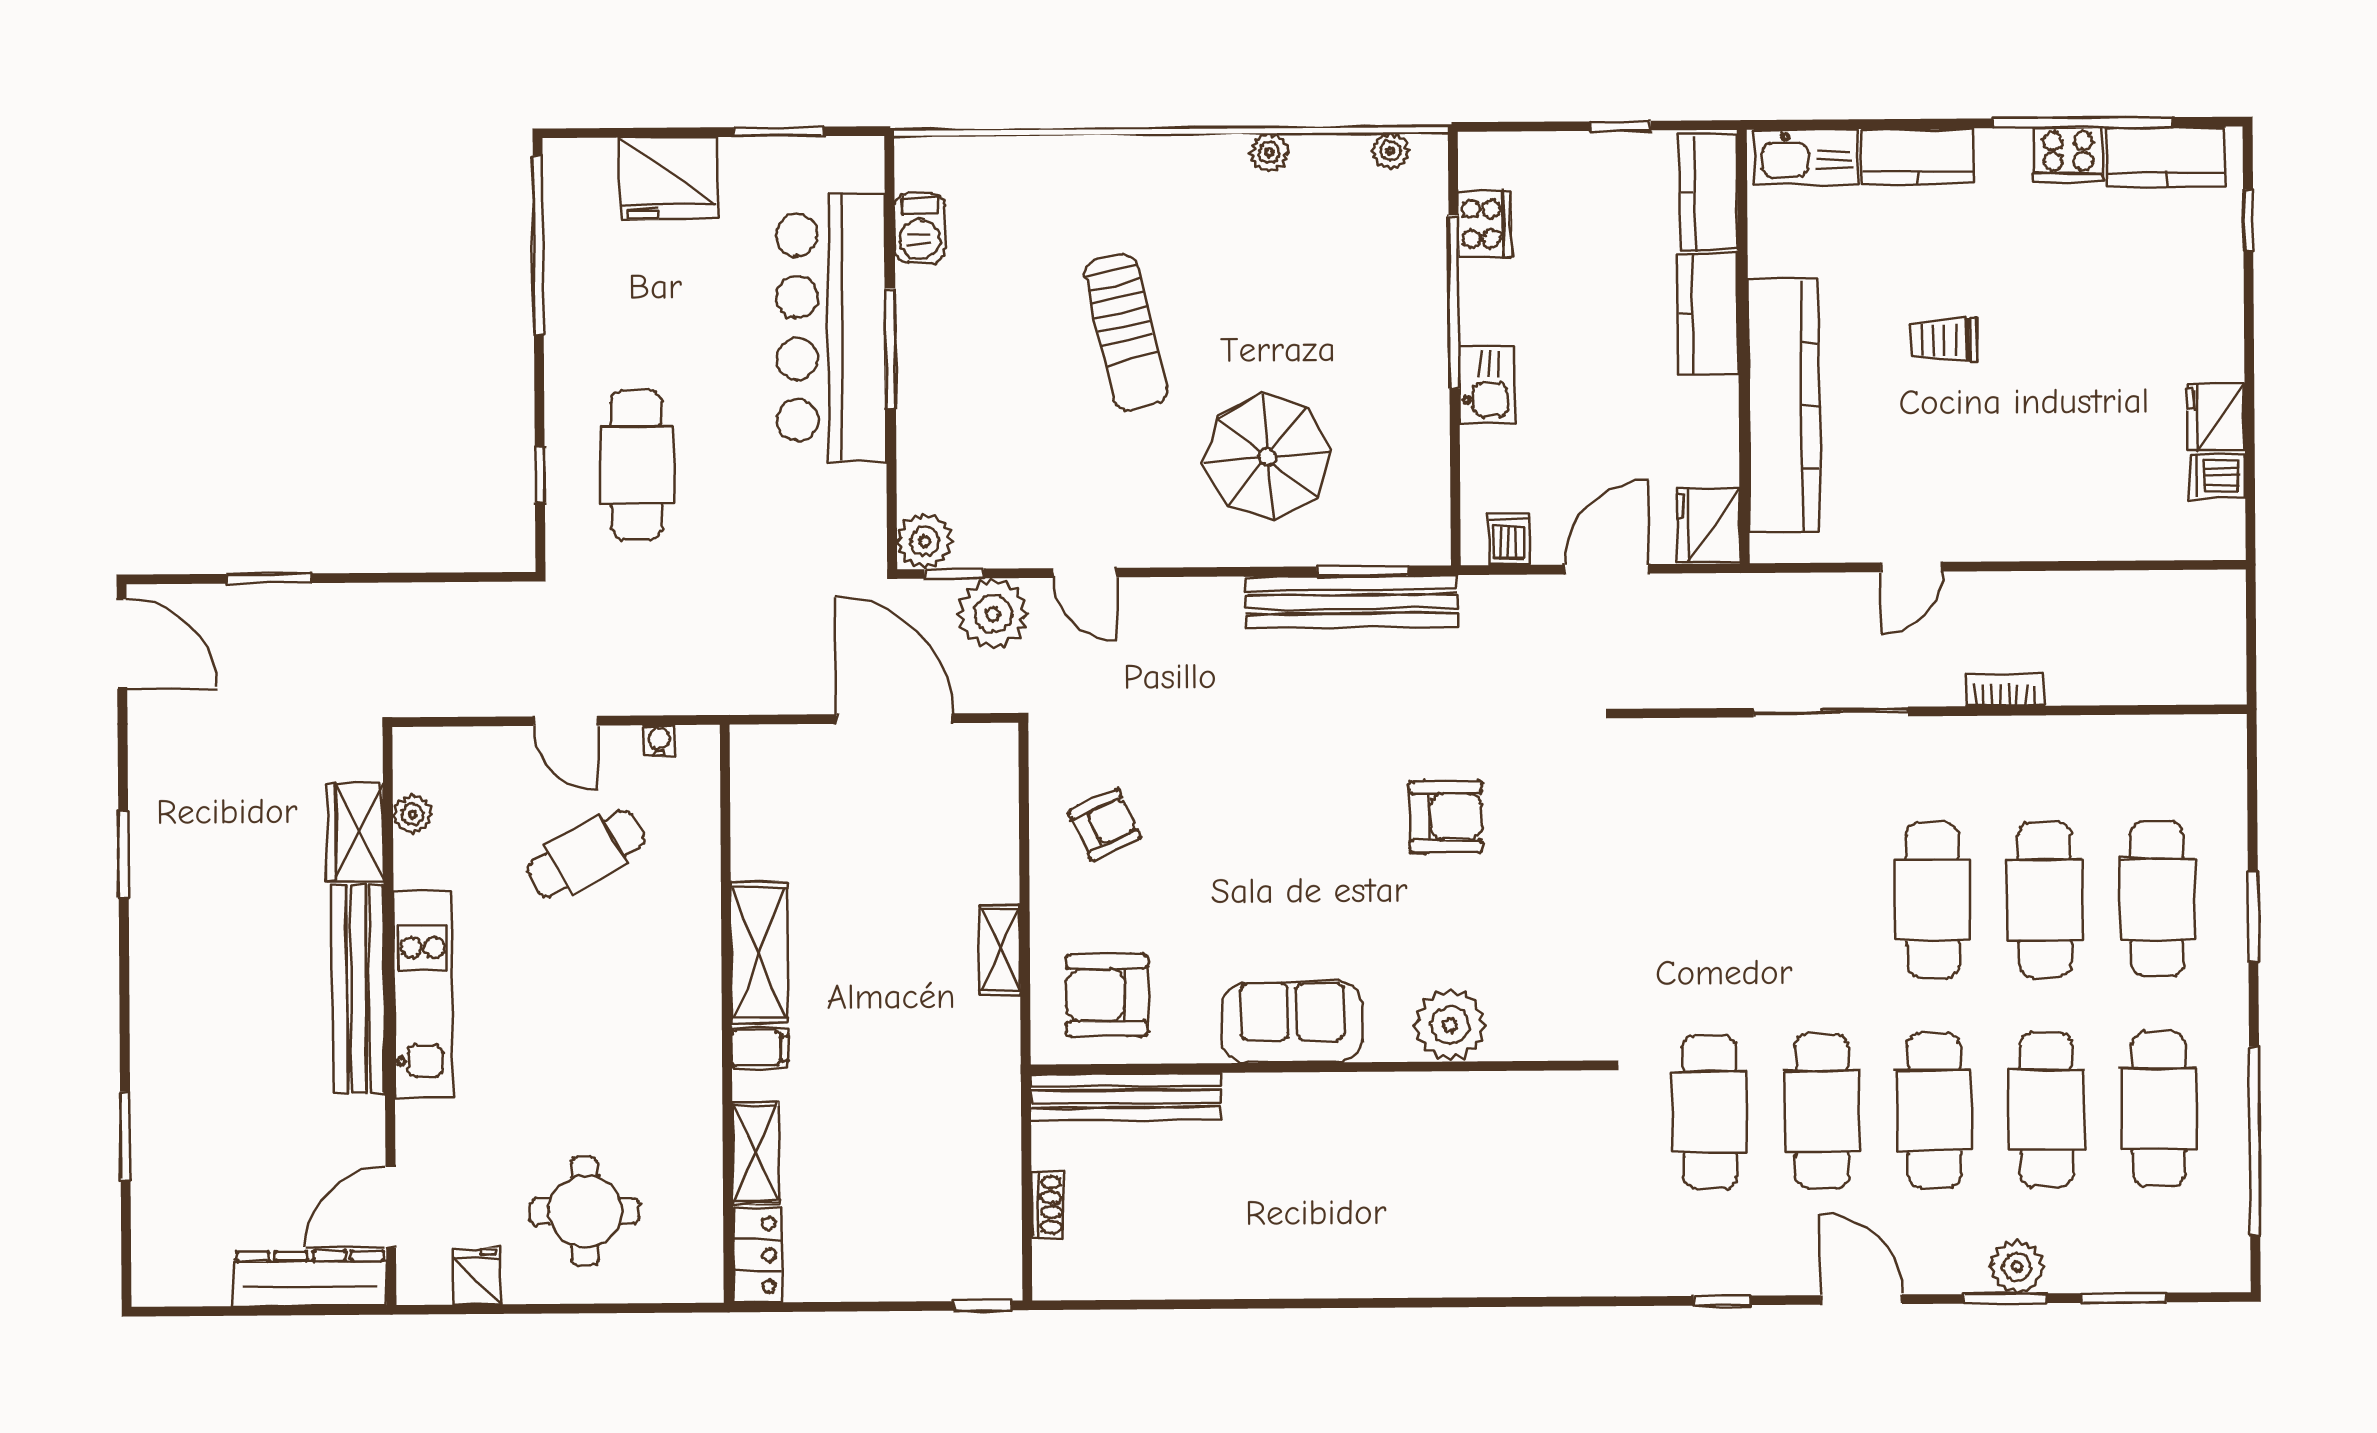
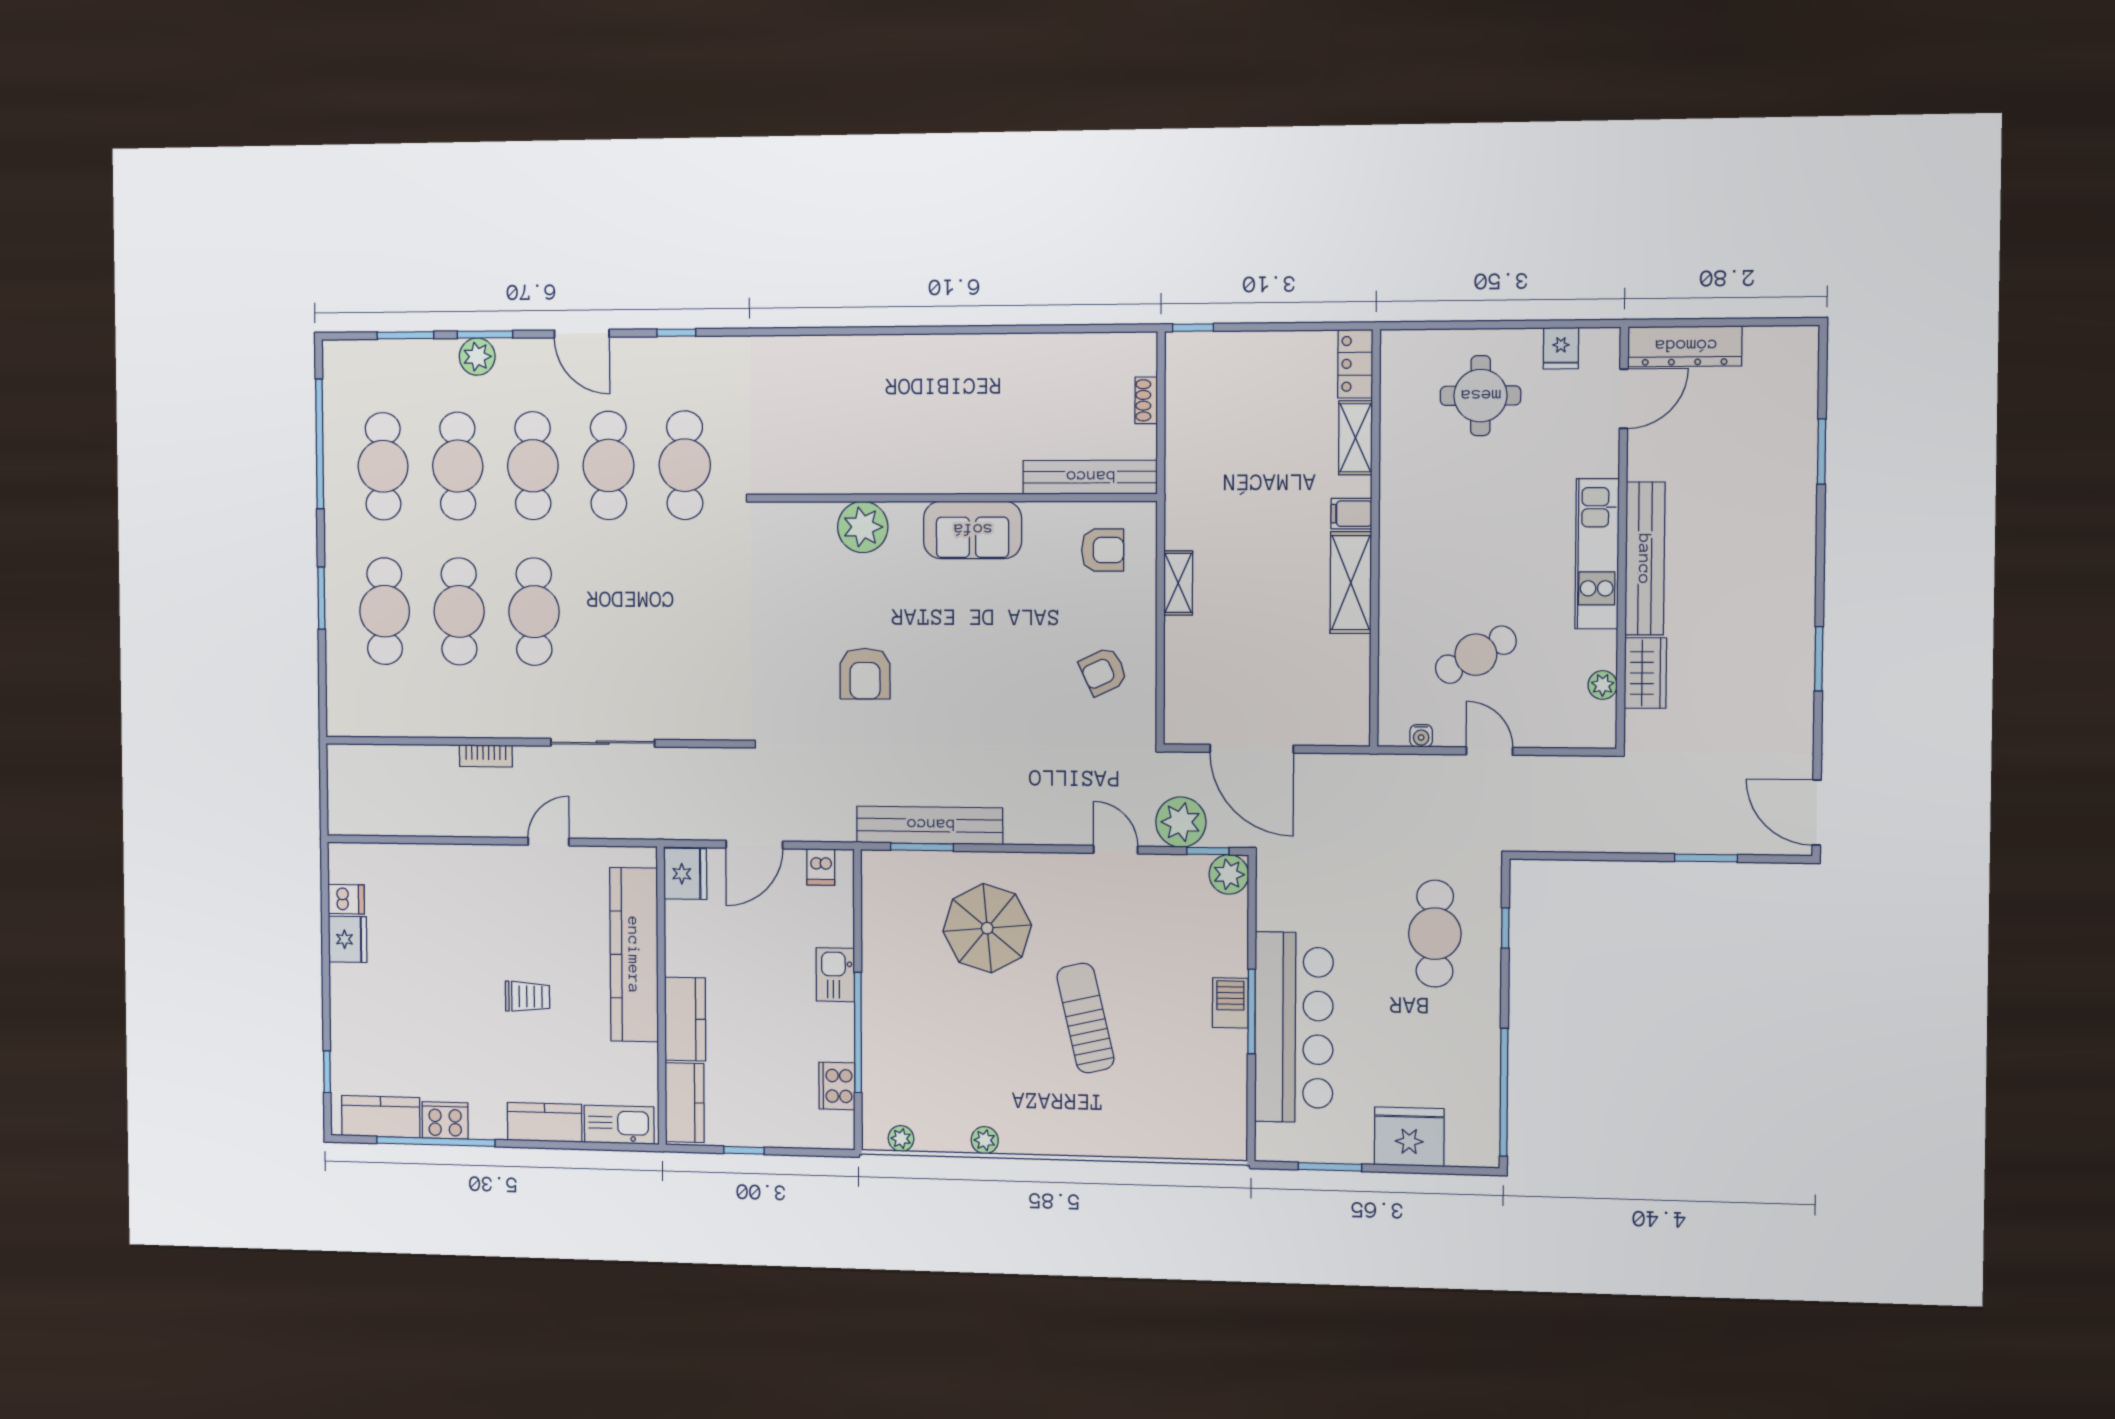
barbecue: (920, 228) -> (1230, 1003), moved
armchair: (1446, 817) -> (865, 674), turned -90
armchair: (1107, 995) -> (1103, 550), width x0.72, depth x0.72

